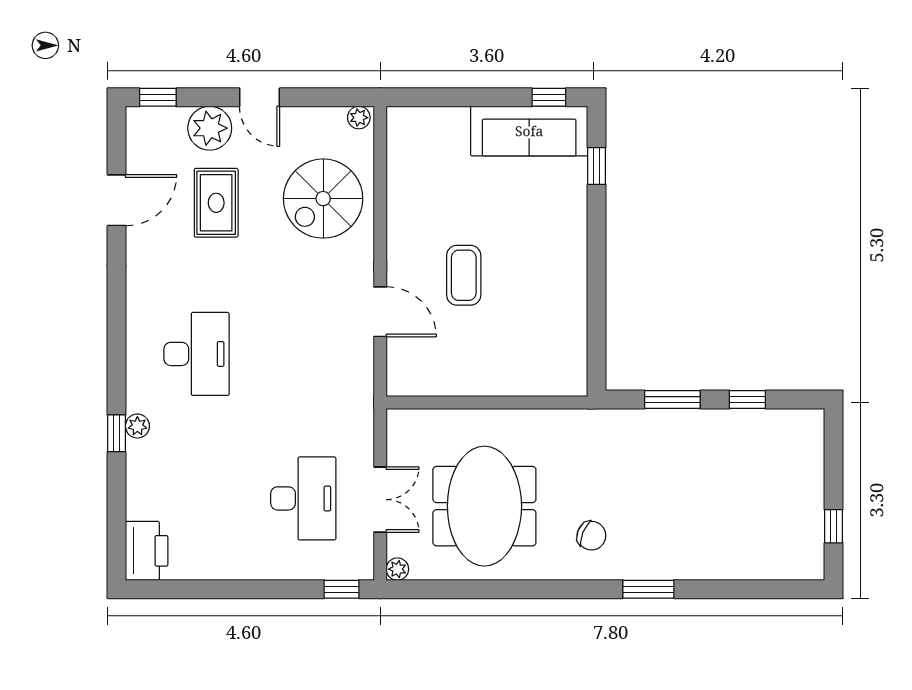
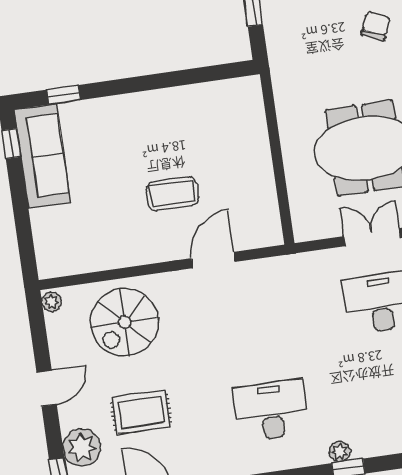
plant: (210, 128) -> (82, 448), moved
spiral stairs: (323, 199) -> (125, 322), turned 90
chair: (591, 536) -> (376, 26), moved

